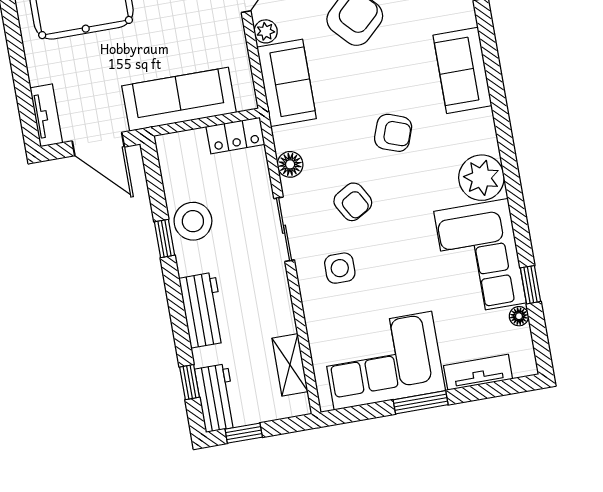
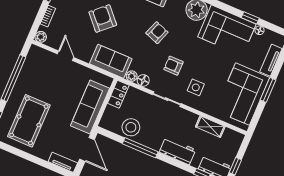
plant: (266, 31) -> (132, 76), moved
door: (98, 144) -> (87, 149), hinge flipped
armchair: (353, 202) -> (173, 66), turned -150
stool: (193, 221) -> (131, 127), moved
window: (164, 239) -> (140, 148), width x2.17
shelving: (290, 365) -> (210, 127), moved

